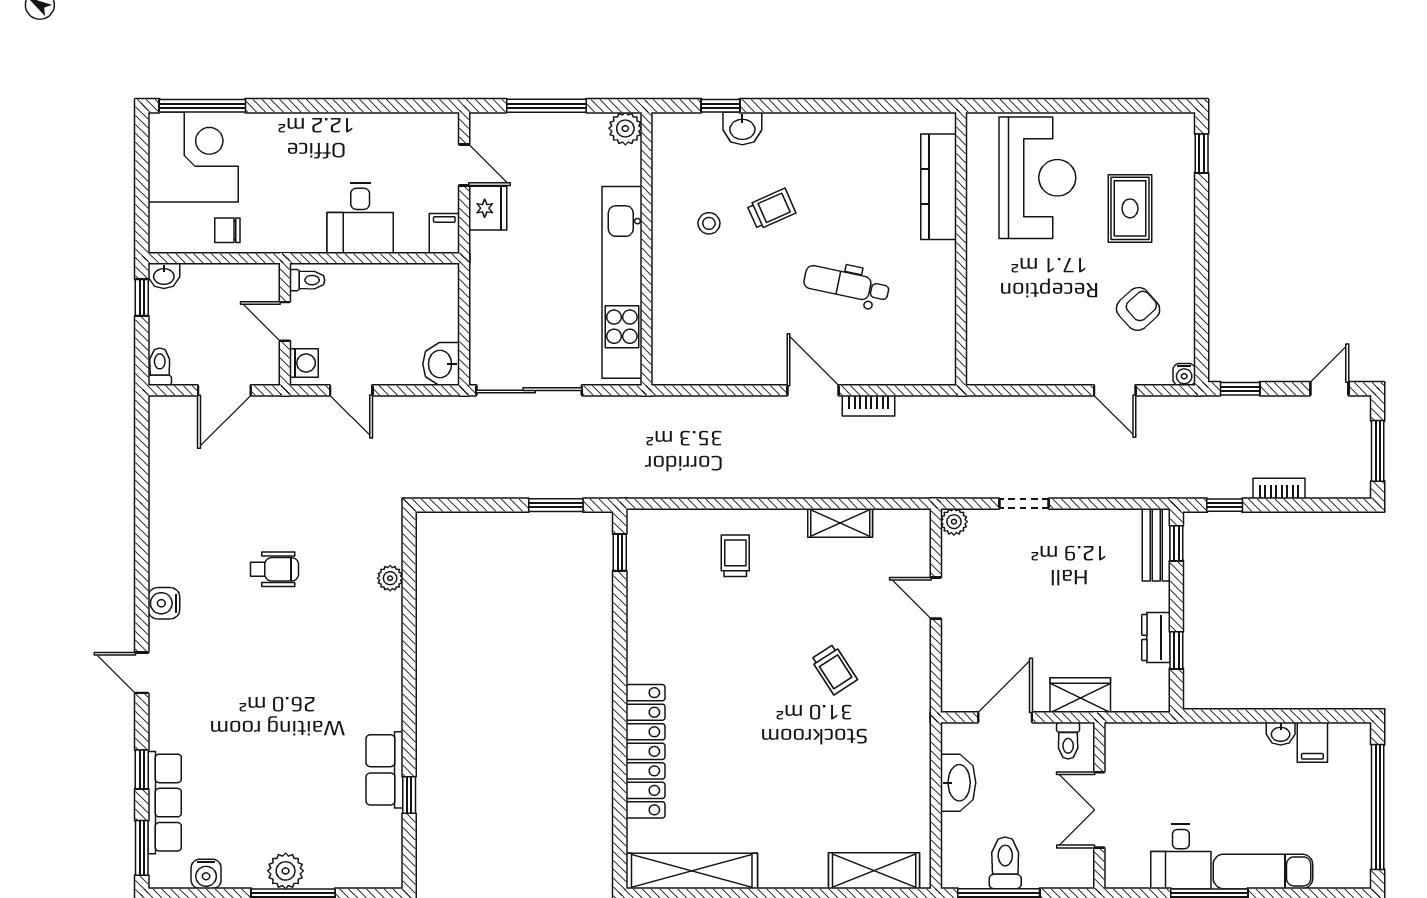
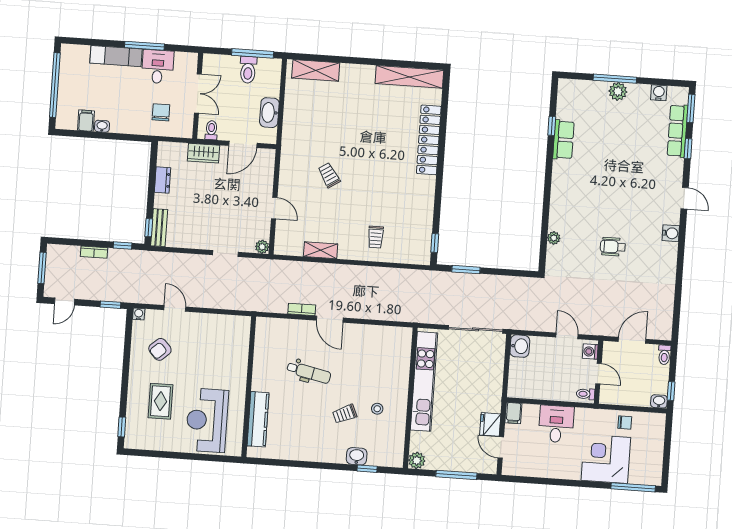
corner desk: (193, 157) -> (606, 459), moved, turned 90
window: (1176, 650) -> (153, 173), removed
chair: (1168, 768) -> (161, 112), added

